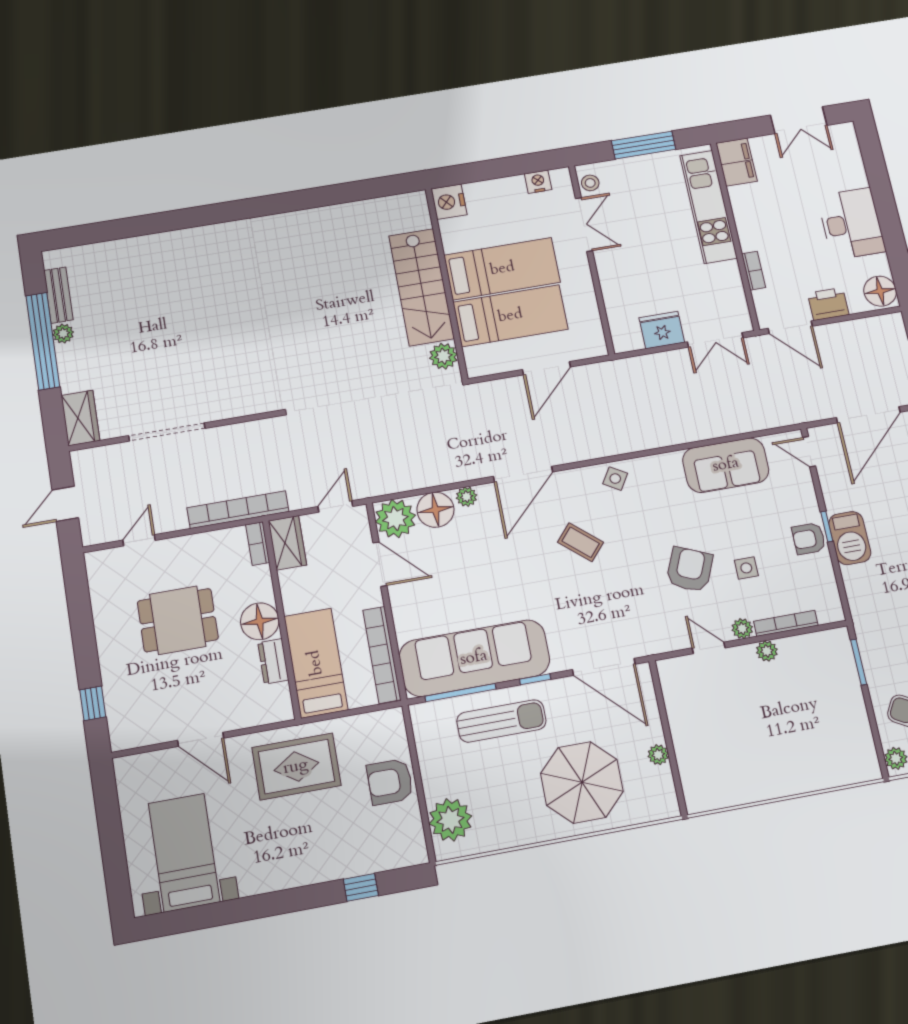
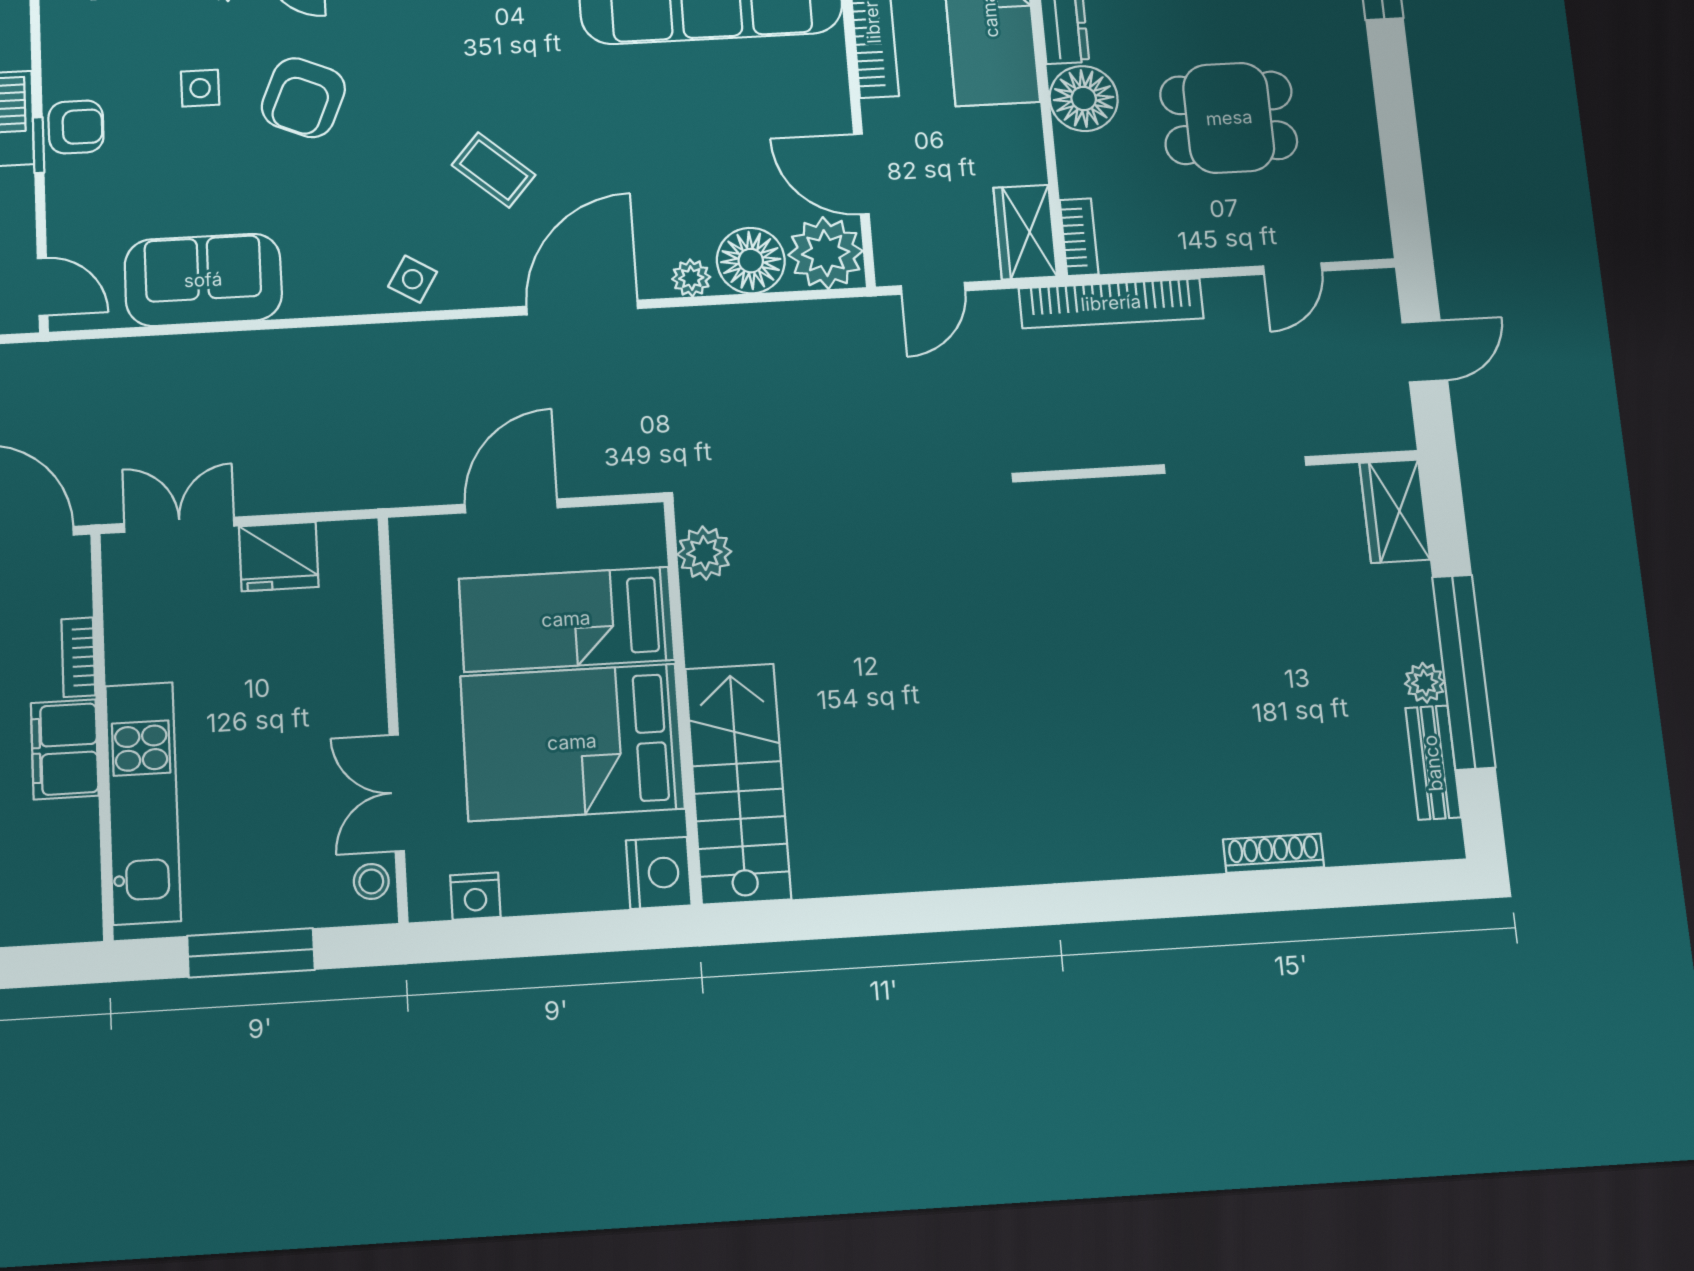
filing cabinet: (736, 162) -> (65, 749), moved
shoe rack: (140, 243) -> (1273, 853), added
bed: (502, 269) -> (572, 742), width x1.50
stairs: (421, 287) -> (738, 783), moved

